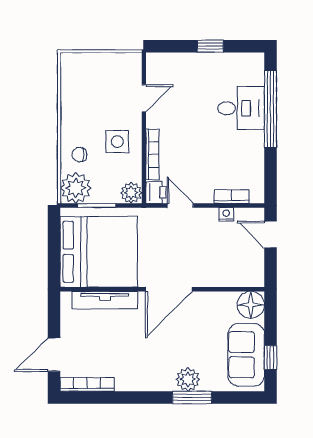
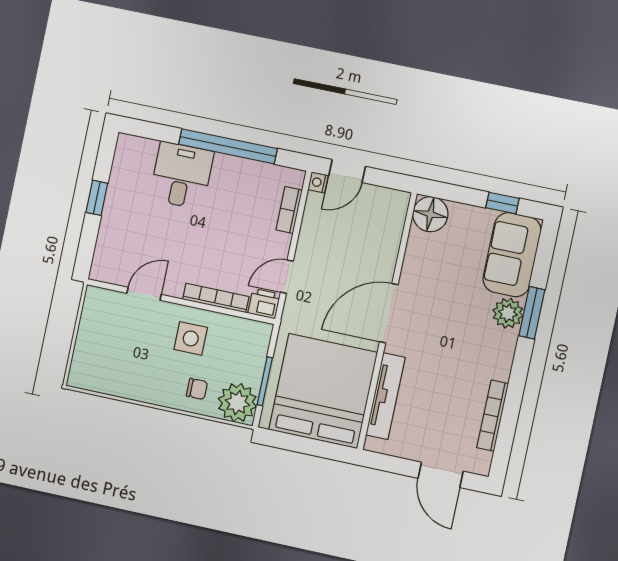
door: (144, 98) -> (144, 294), hinge flipped
window: (271, 109) -> (228, 146), moved
chair: (79, 155) -> (197, 389), turned -90
plant: (131, 193) -> (258, 335), removed
nightstand: (226, 214) -> (318, 182), moved
door: (169, 289) -> (389, 313), swing flipped
sofa: (246, 355) -> (512, 255), moved, turned 90
bookcase: (87, 384) -> (493, 416), moved

